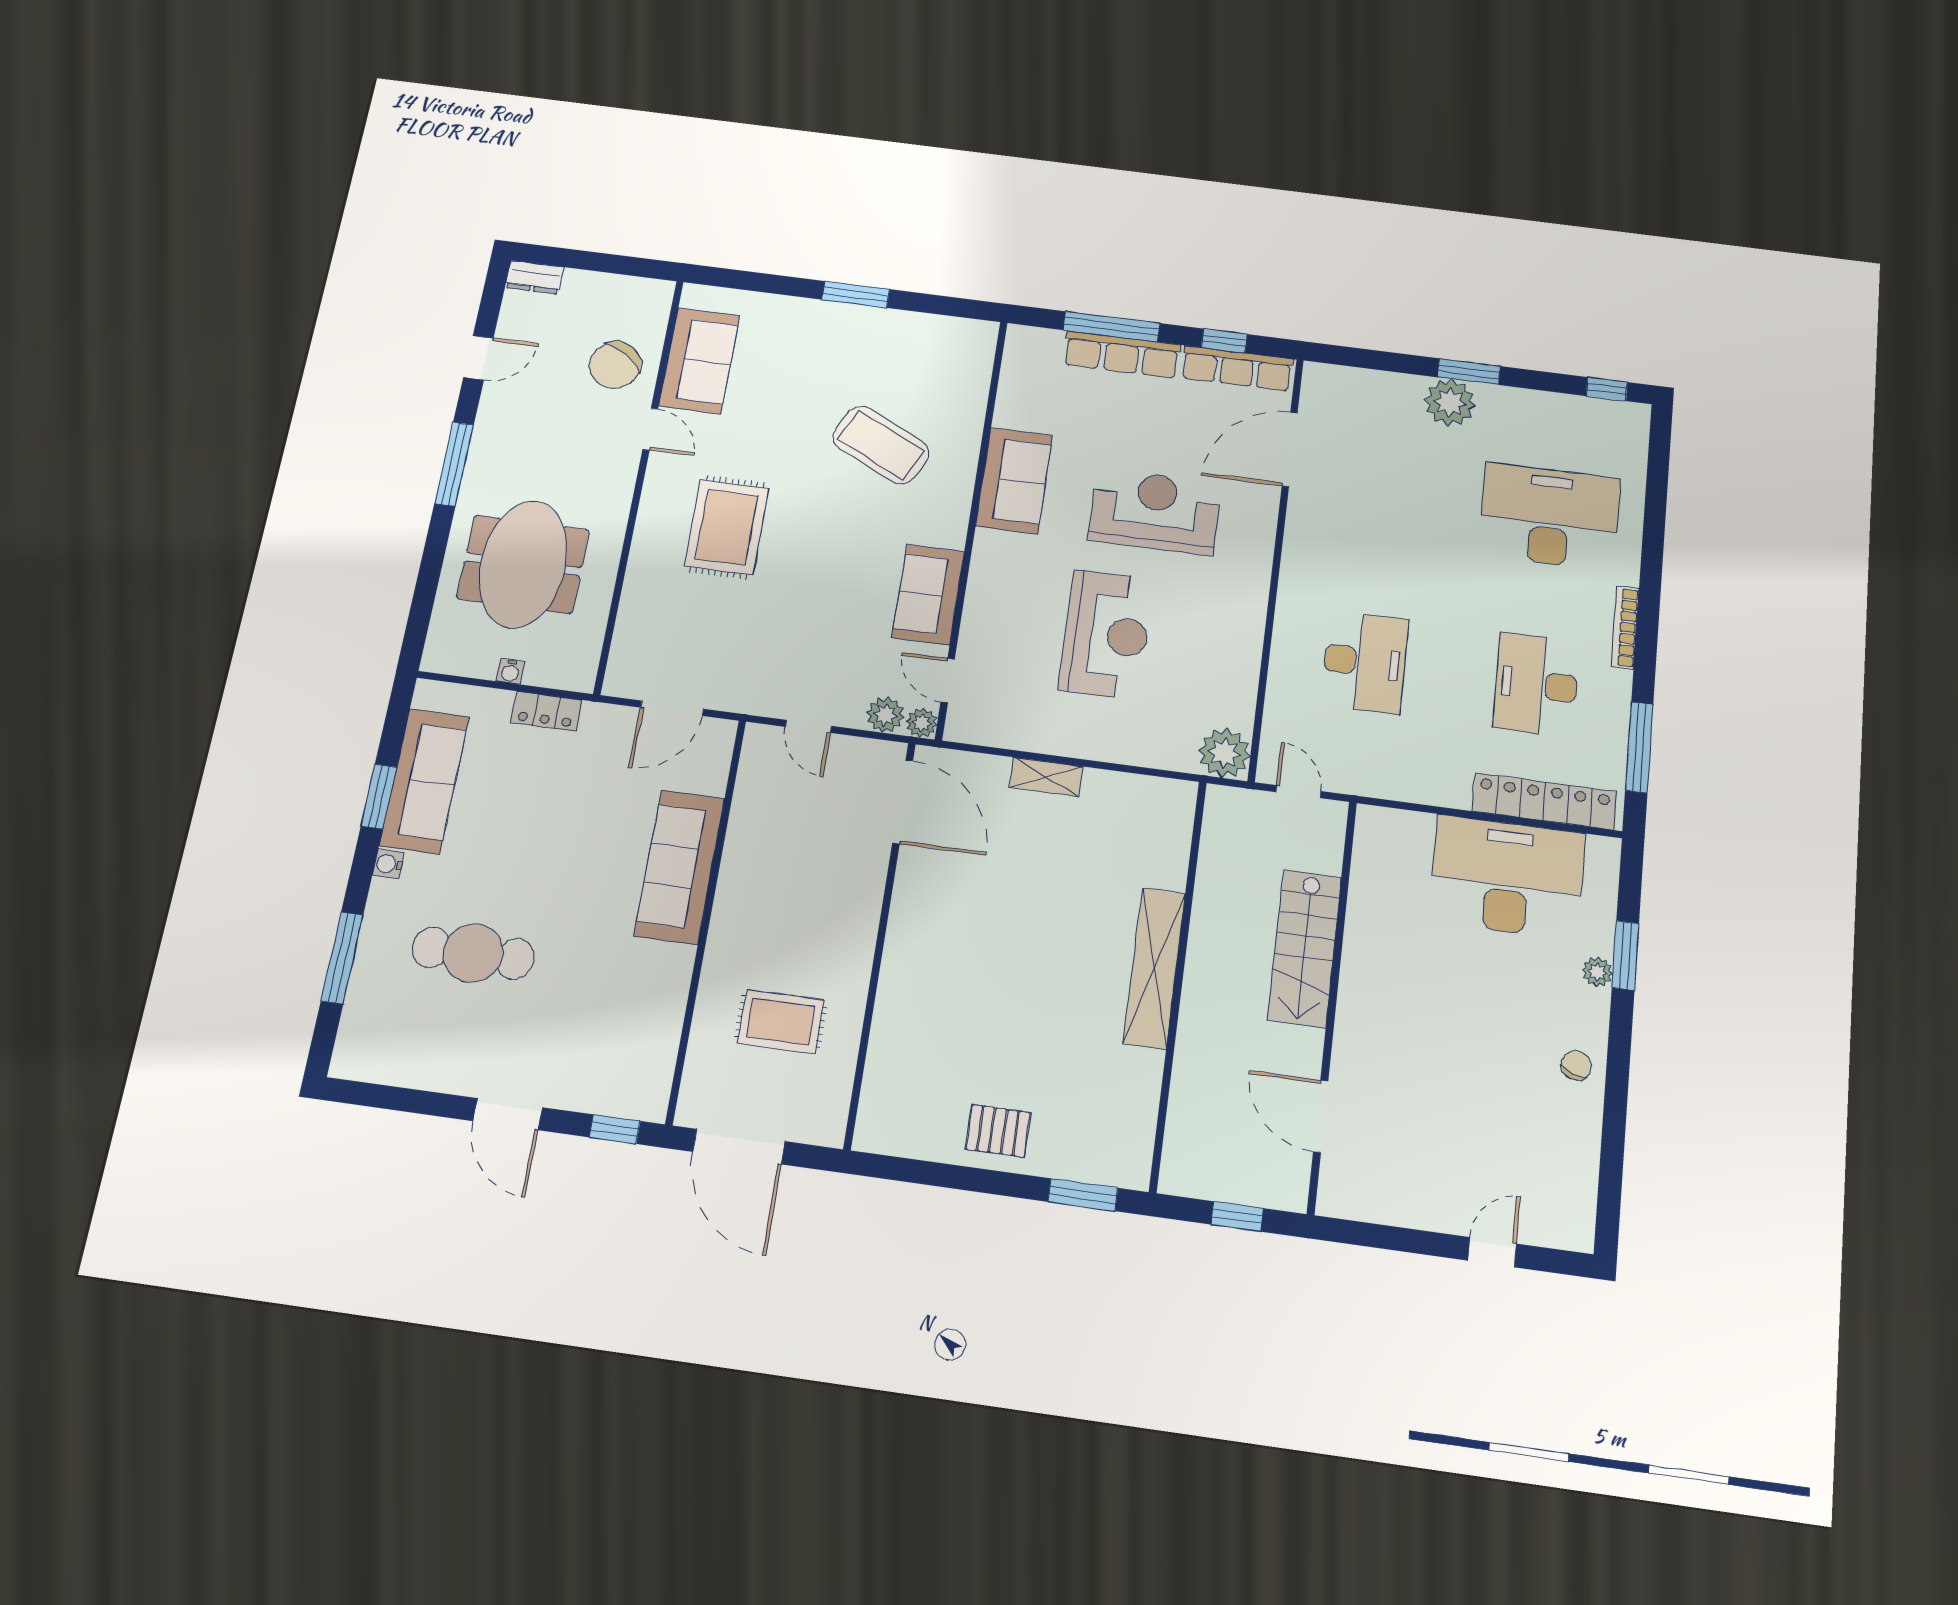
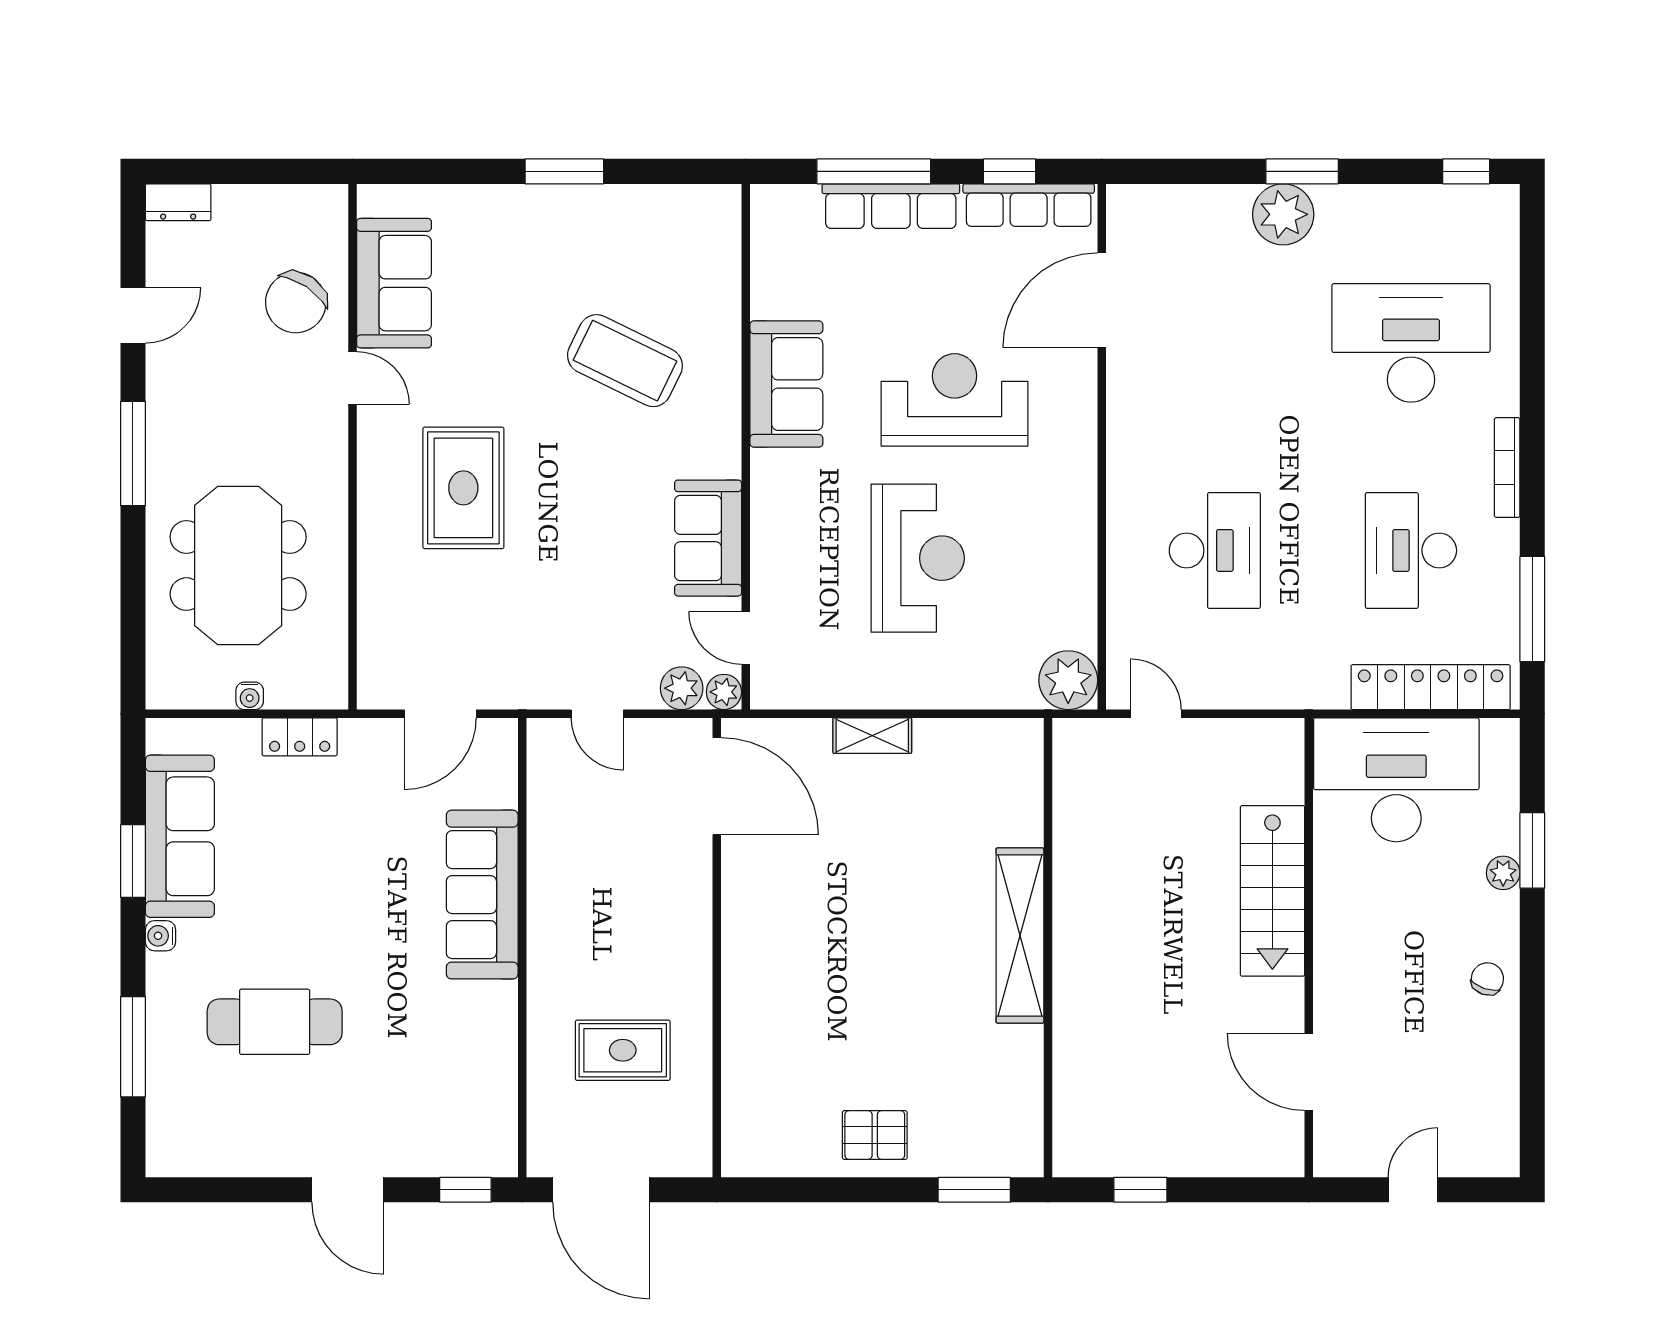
stairs: (1305, 948) -> (1272, 891), moved
wall: (1332, 1003) -> (1309, 948), moved
door: (1321, 1116) -> (1309, 1072), moved

